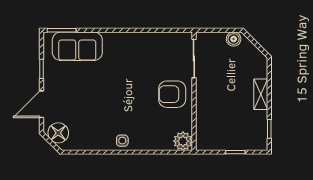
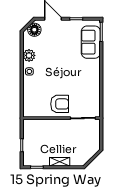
boiler: (234, 39) -> (96, 144), removed
armchair: (172, 94) -> (60, 104), turned 90
plant: (183, 141) -> (29, 55), moved

